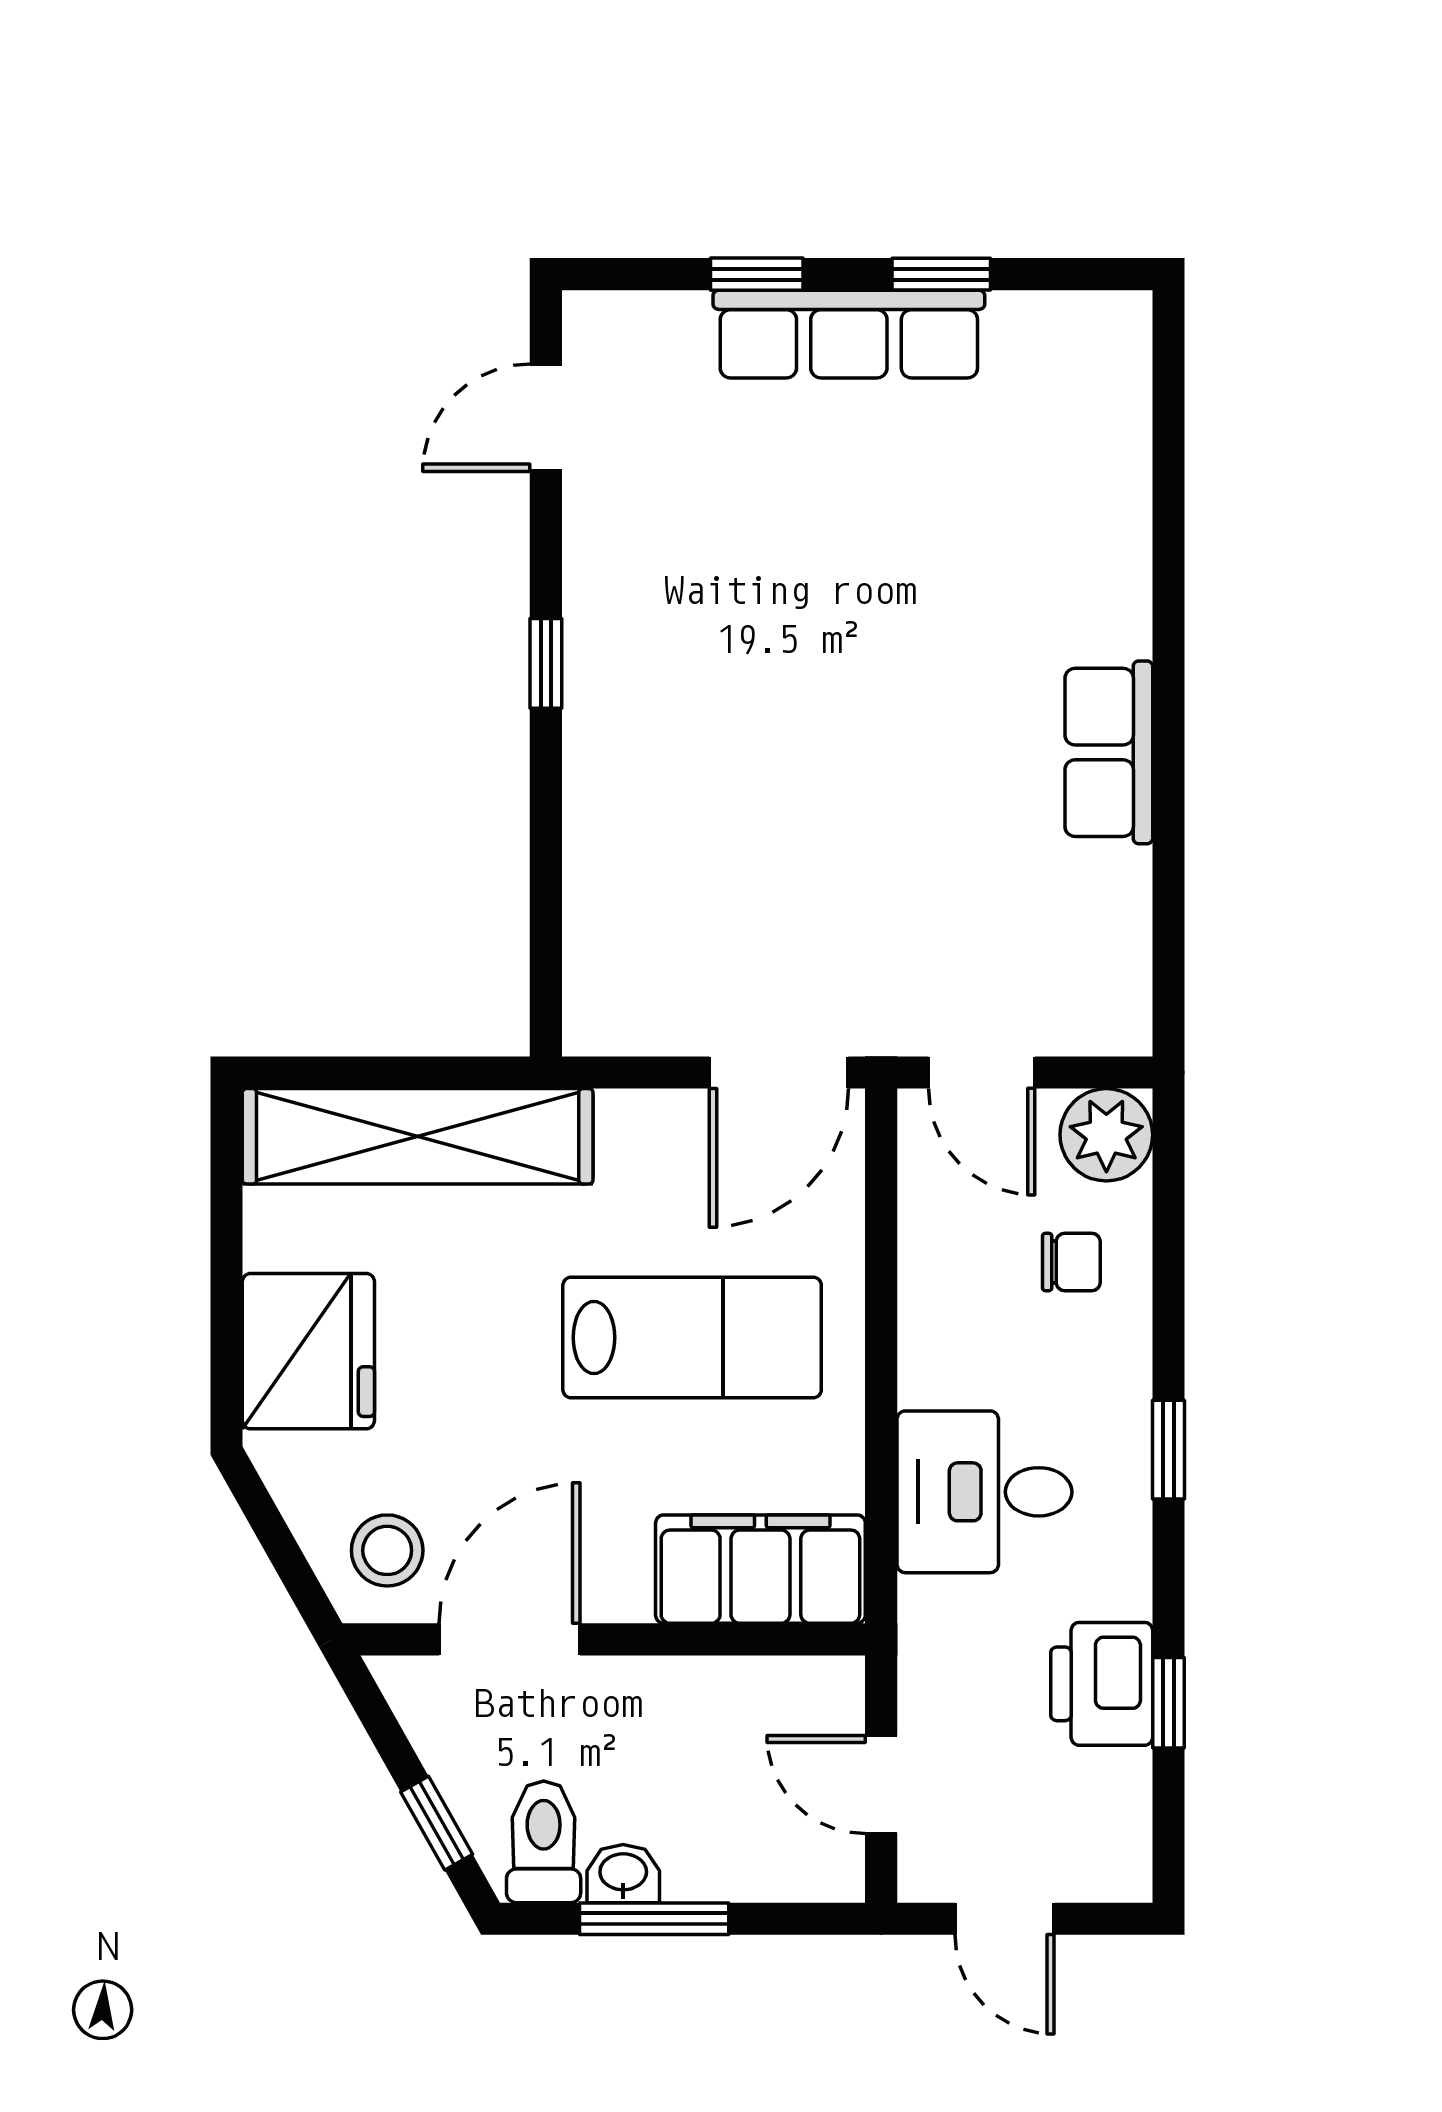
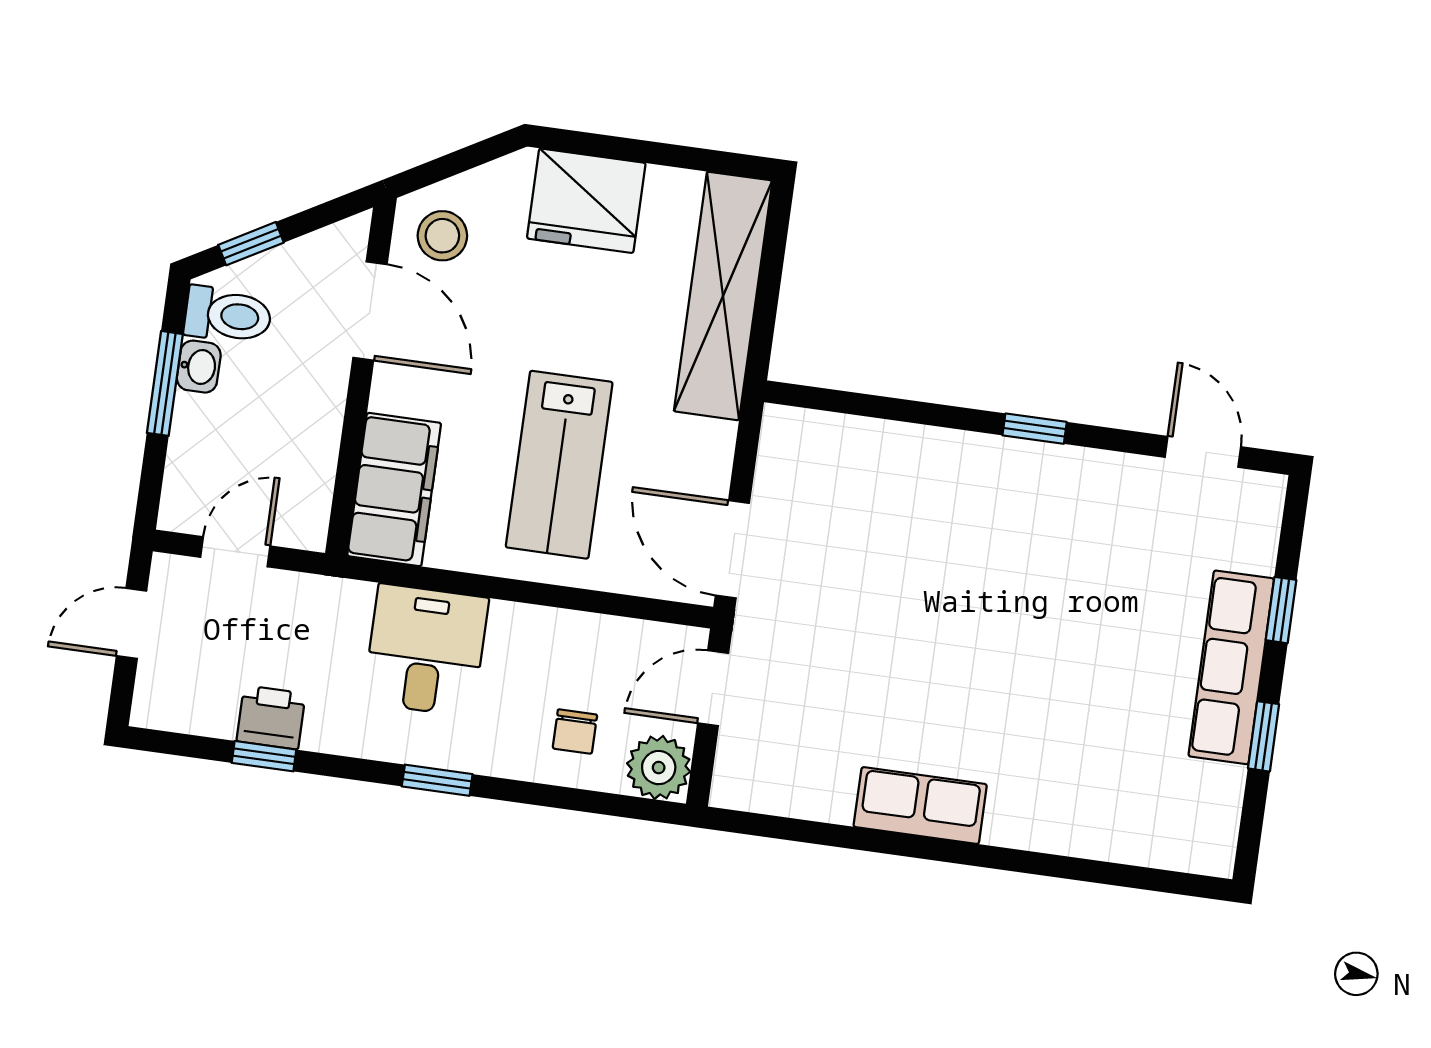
printer: (1102, 1684) -> (271, 717), width x0.73, depth x0.81

